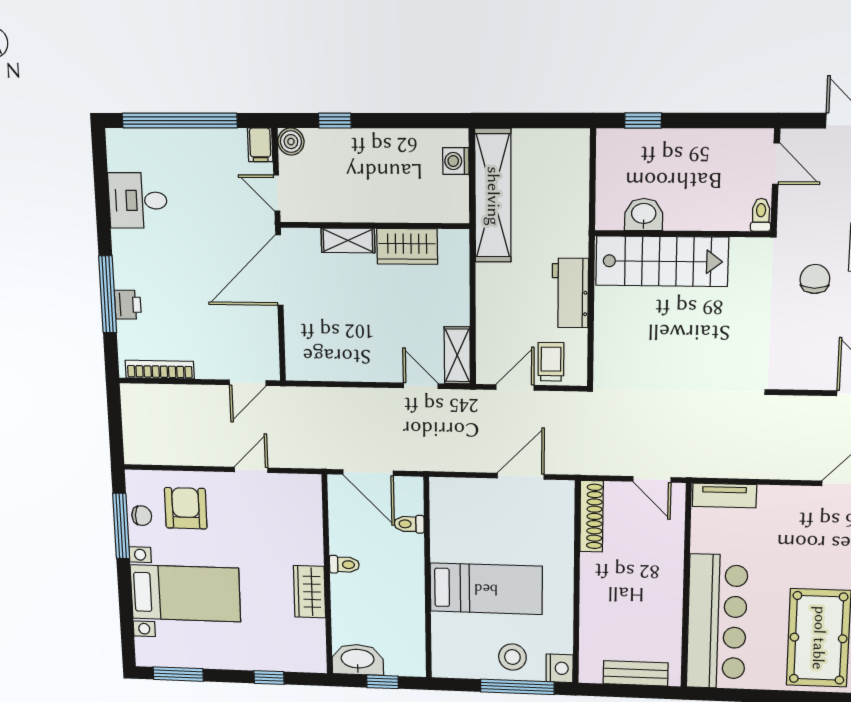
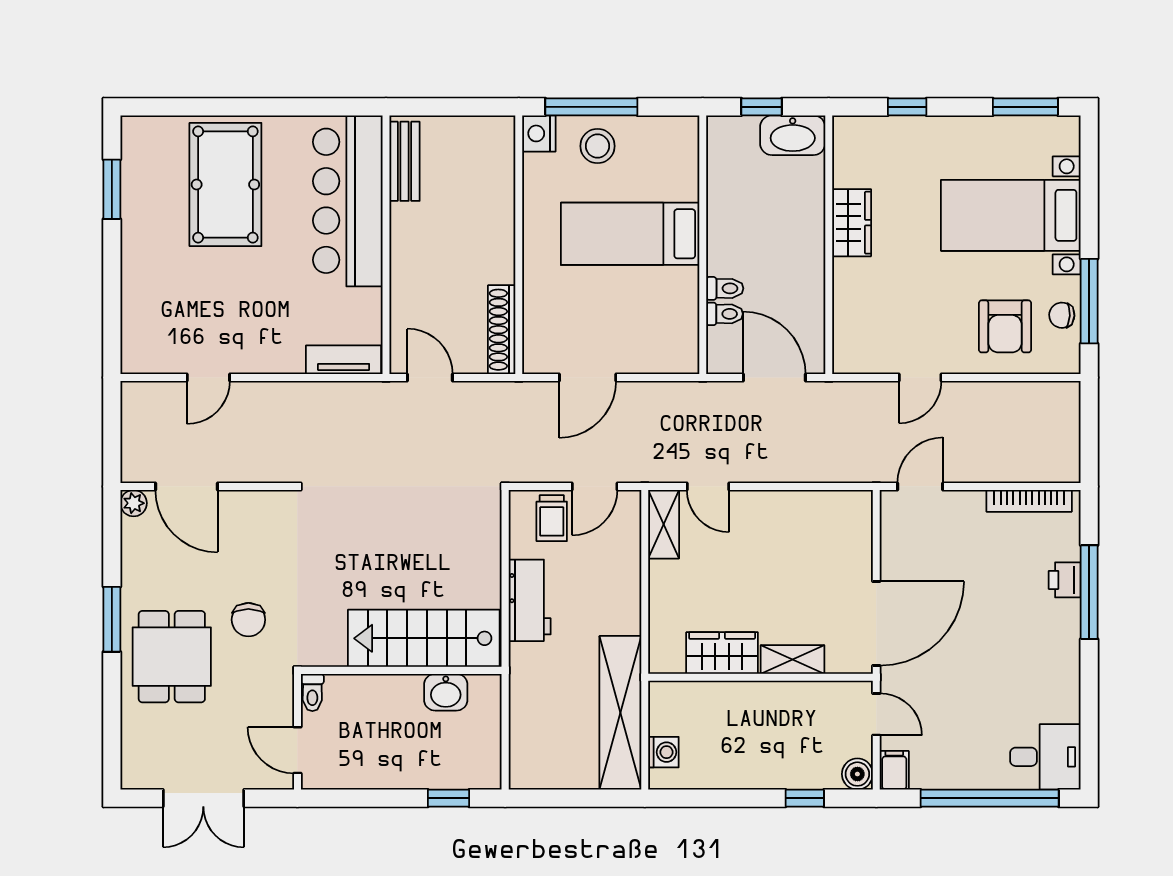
desk: (138, 200) -> (1045, 757), moved
toilet: (344, 565) -> (725, 288), moved, turned 180
bench: (636, 673) -> (404, 161), moved, turned 90

